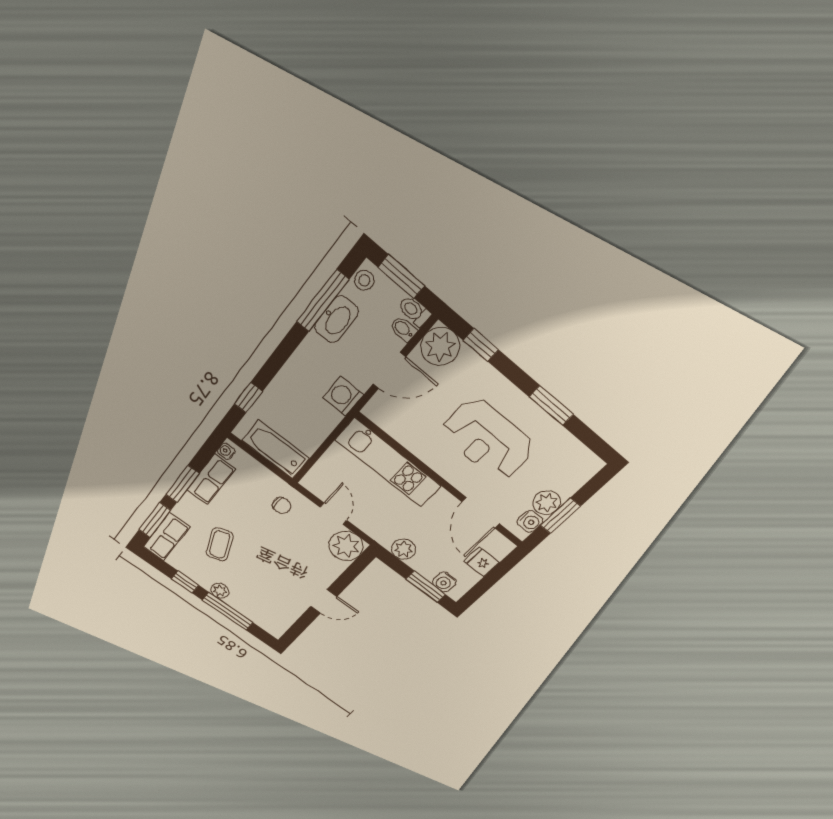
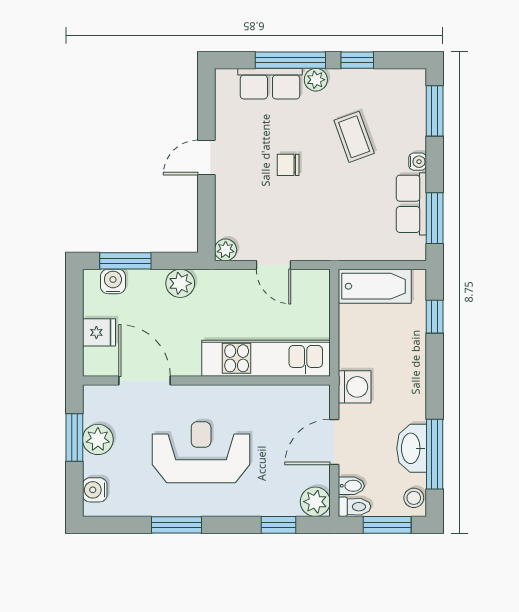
plant: (440, 347) -> (315, 502), width x0.73, depth x0.73
water cooler: (226, 451) -> (418, 162), moved
window: (182, 484) -> (435, 218), moved
chair: (282, 505) -> (288, 165), moved
water cooler: (530, 521) -> (95, 490), moved
row of seats: (166, 537) -> (270, 84), moved, turned -90
plant: (346, 546) -> (226, 250), width x0.53, depth x0.53

